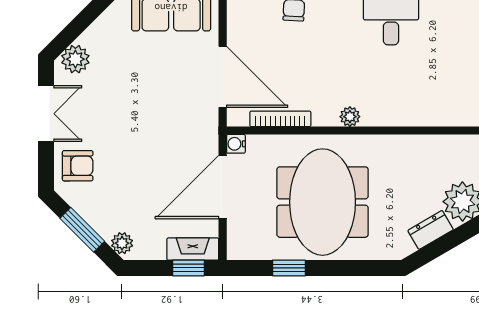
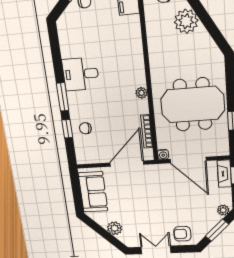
plant: (75, 59) -> (115, 228), moved
armchair: (78, 166) -> (182, 234), turned -90
dresser: (431, 230) -> (205, 39), removed

